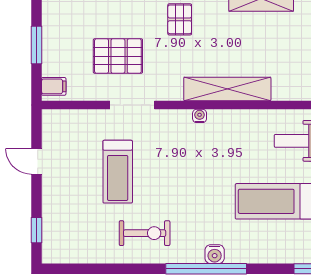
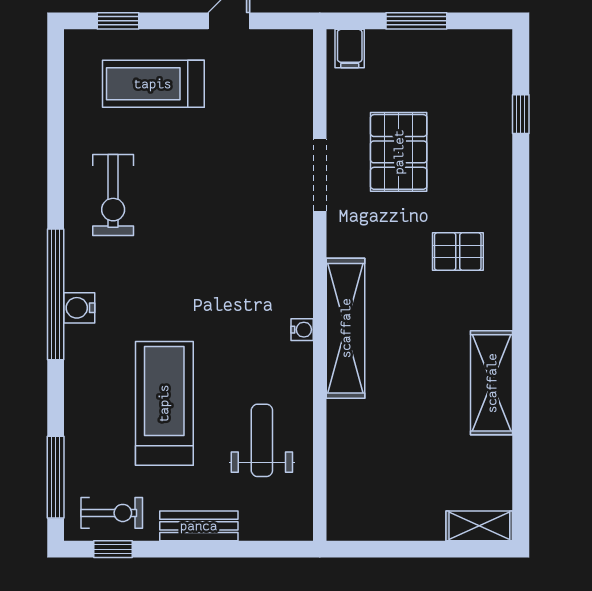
water cooler: (200, 116) -> (302, 330), moved
treadmill: (118, 172) -> (153, 84), moved

